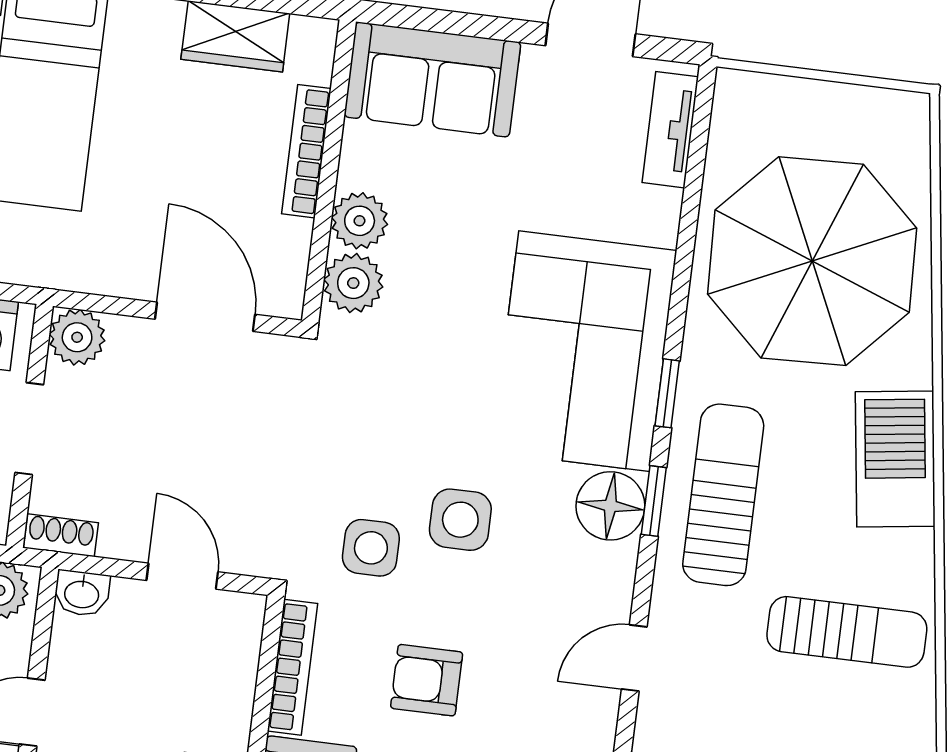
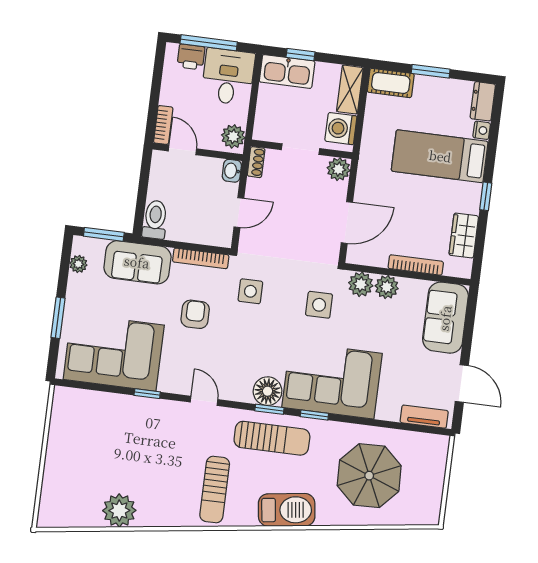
parasol: (812, 261) -> (369, 476), width x0.73, depth x0.73
side table: (460, 520) -> (319, 305), moved

